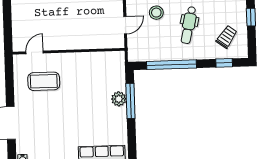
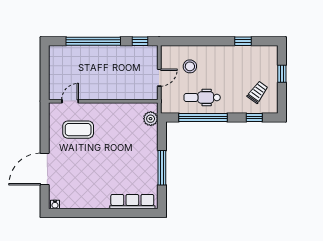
dental chair: (189, 25) -> (202, 97), moved, turned 77
plant: (119, 99) -> (151, 119), moved
window: (130, 101) -> (162, 168), moved

